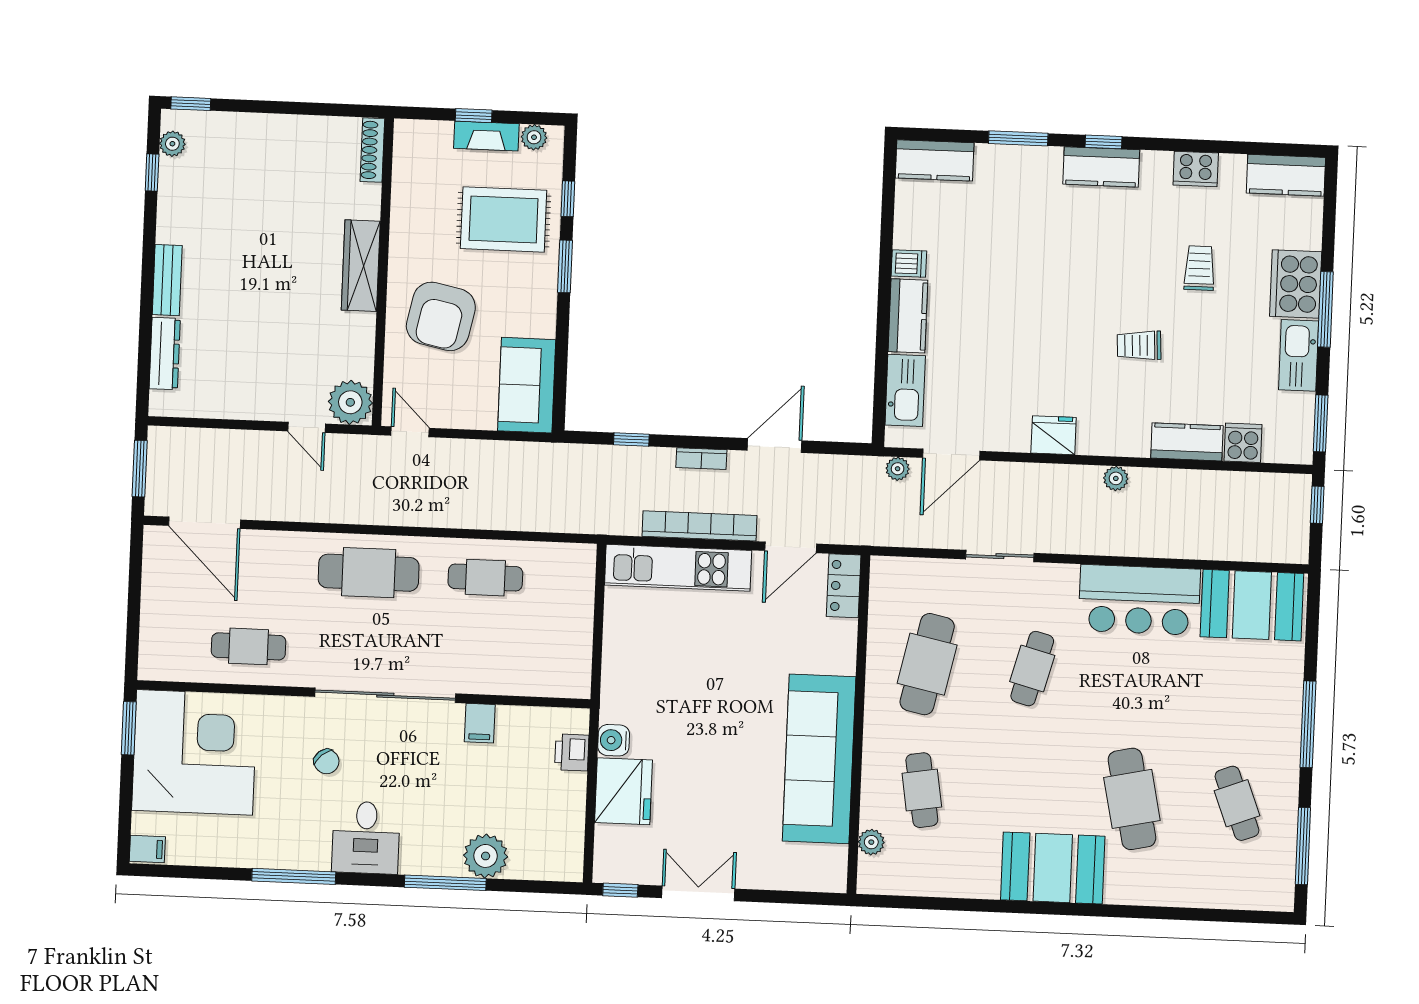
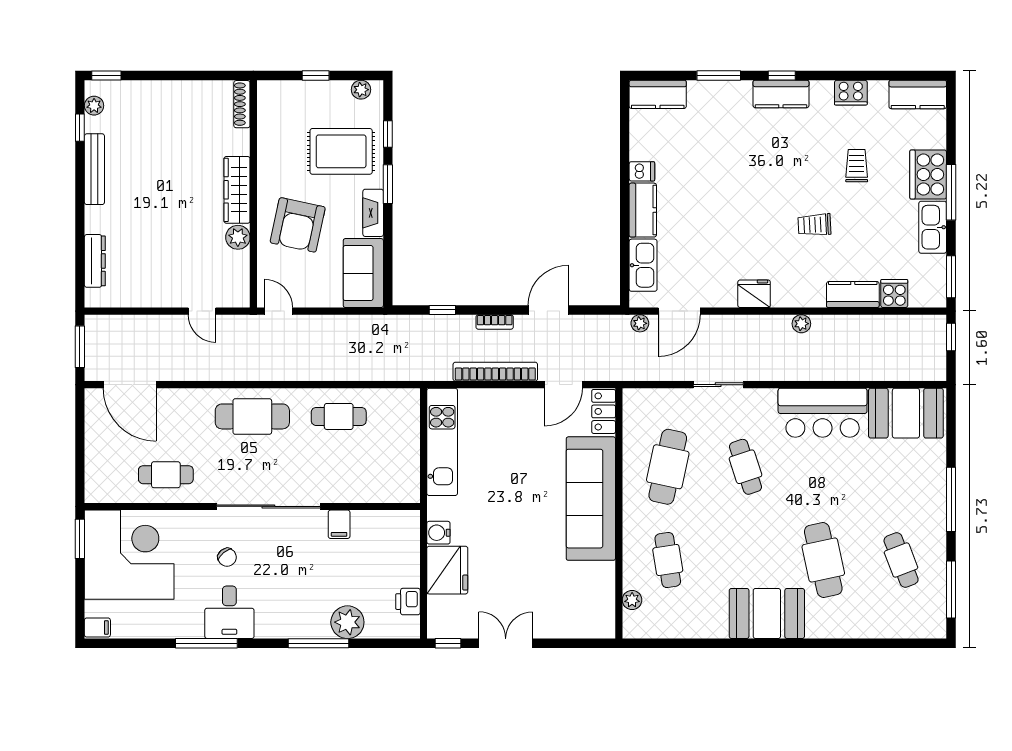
fireplace: (486, 136) -> (373, 213), moved, turned 90
bench: (167, 280) -> (94, 169), moved, width x1.36
plant: (350, 402) -> (238, 237), moved, width x0.73, depth x0.73
kitchen unit: (678, 568) -> (442, 442), moved, turned -90
cafe table: (1032, 669) -> (746, 467), turned -33
printer: (572, 752) -> (408, 602), moved
sofa: (819, 759) -> (591, 499), moved
desk: (366, 838) -> (229, 612), moved

